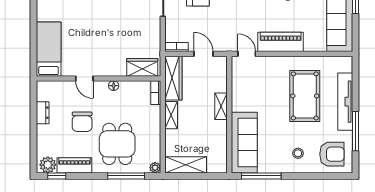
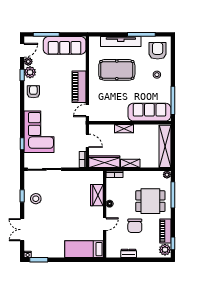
door: (203, 54) -> (87, 141), swing flipped
wardrobe: (142, 67) -> (97, 195), moved
chair: (82, 122) -> (135, 226), turned 90
shelving: (186, 165) -> (165, 146), width x1.47

